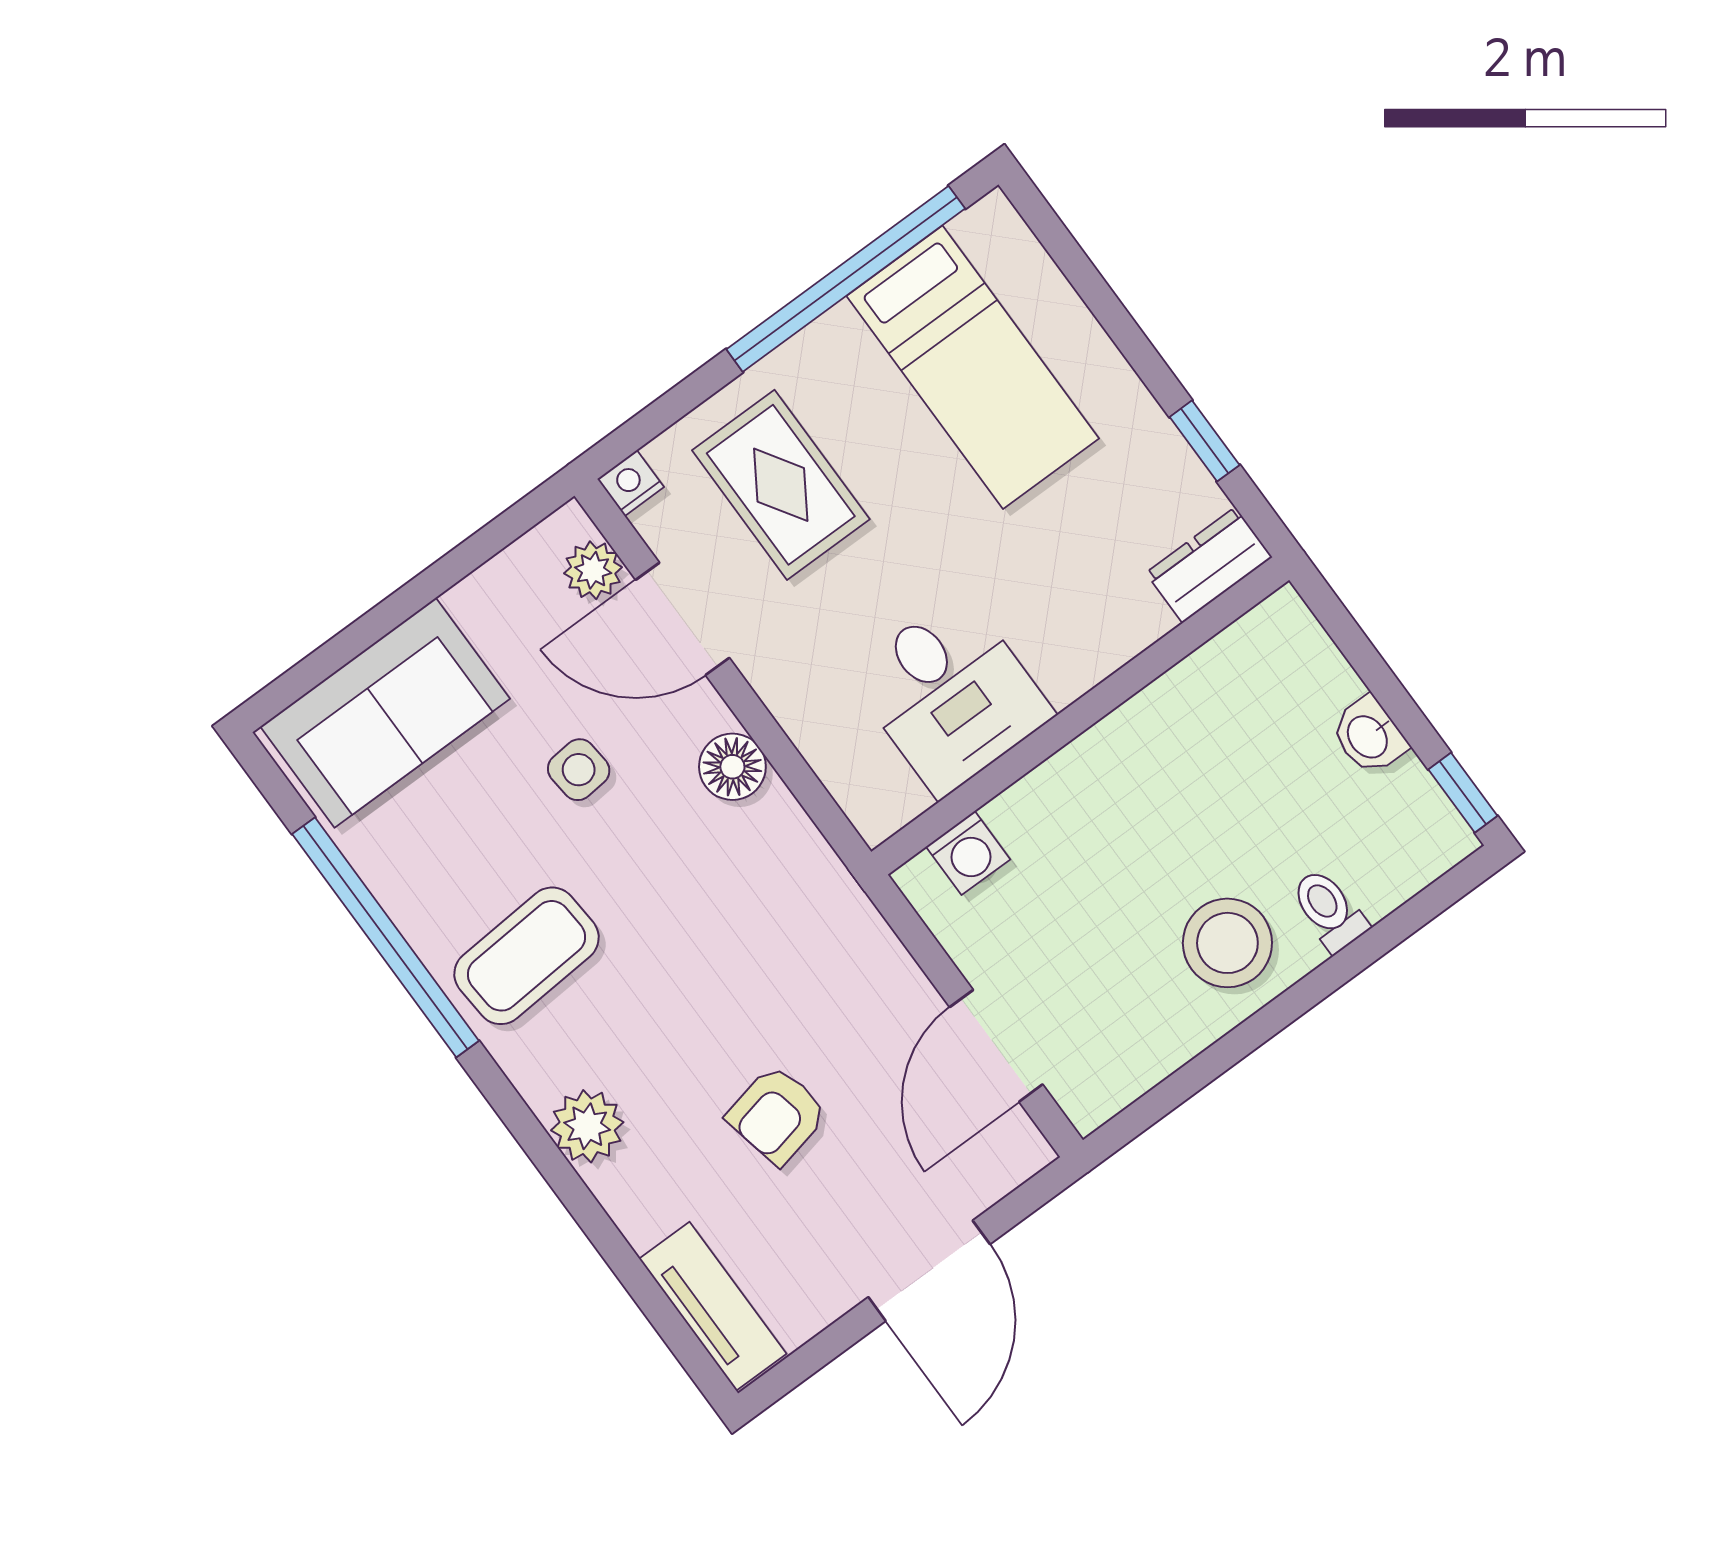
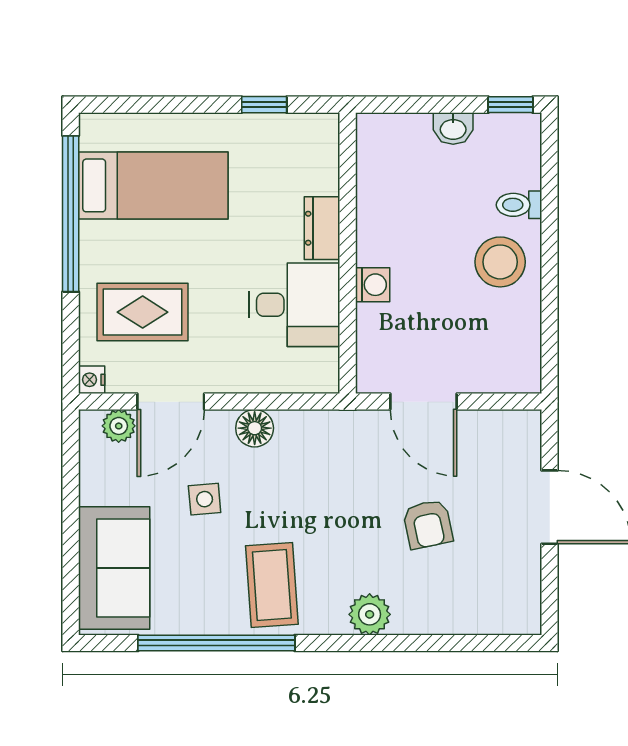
dresser: (1209, 565) -> (322, 228), moved
washing machine: (968, 853) -> (373, 285), moved
door: (996, 1046) -> (424, 402), moved
tv unit: (713, 1306) -> (493, 617), removed

